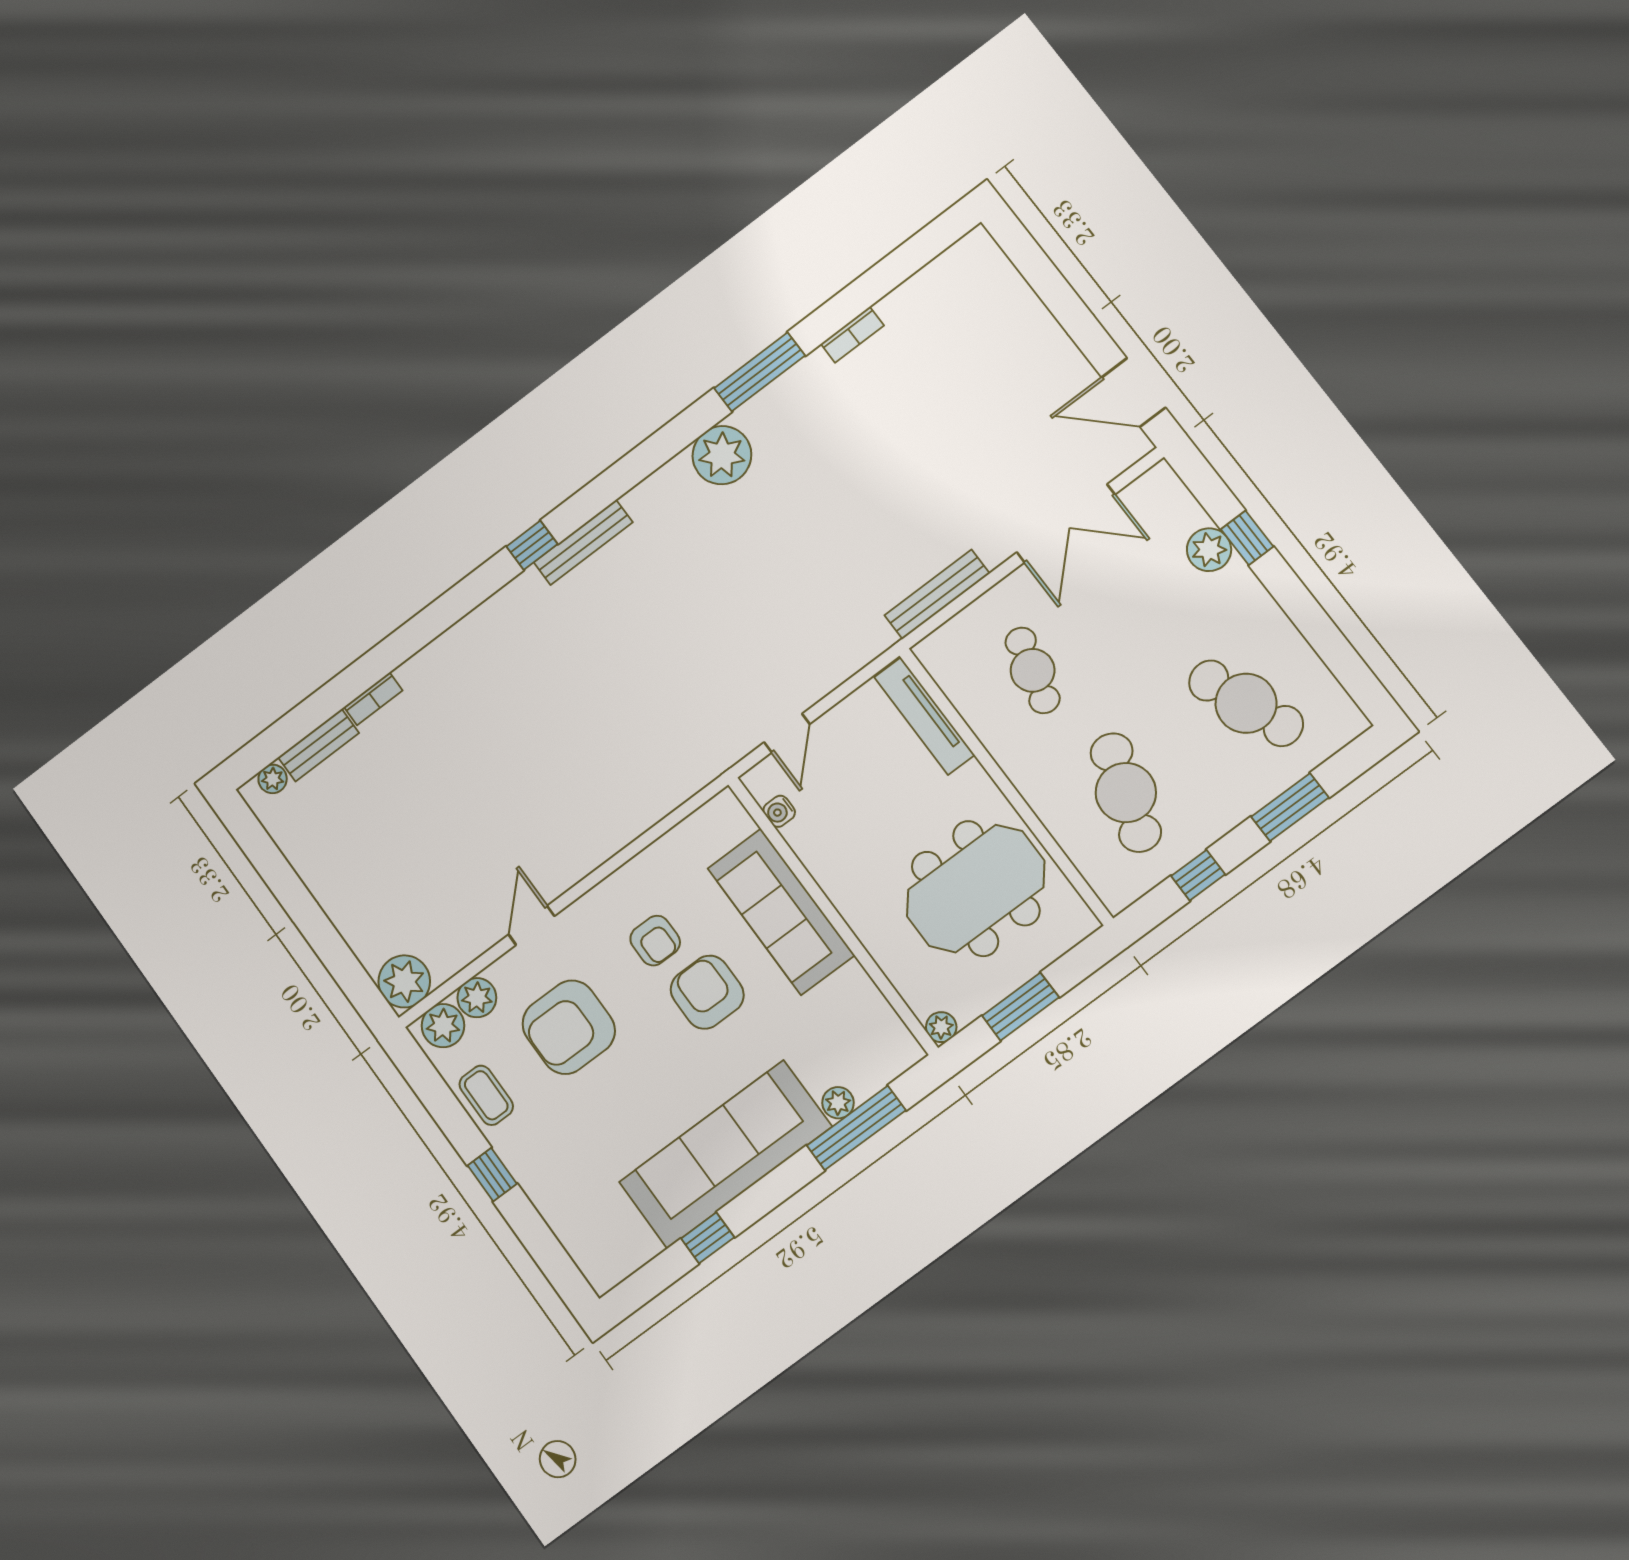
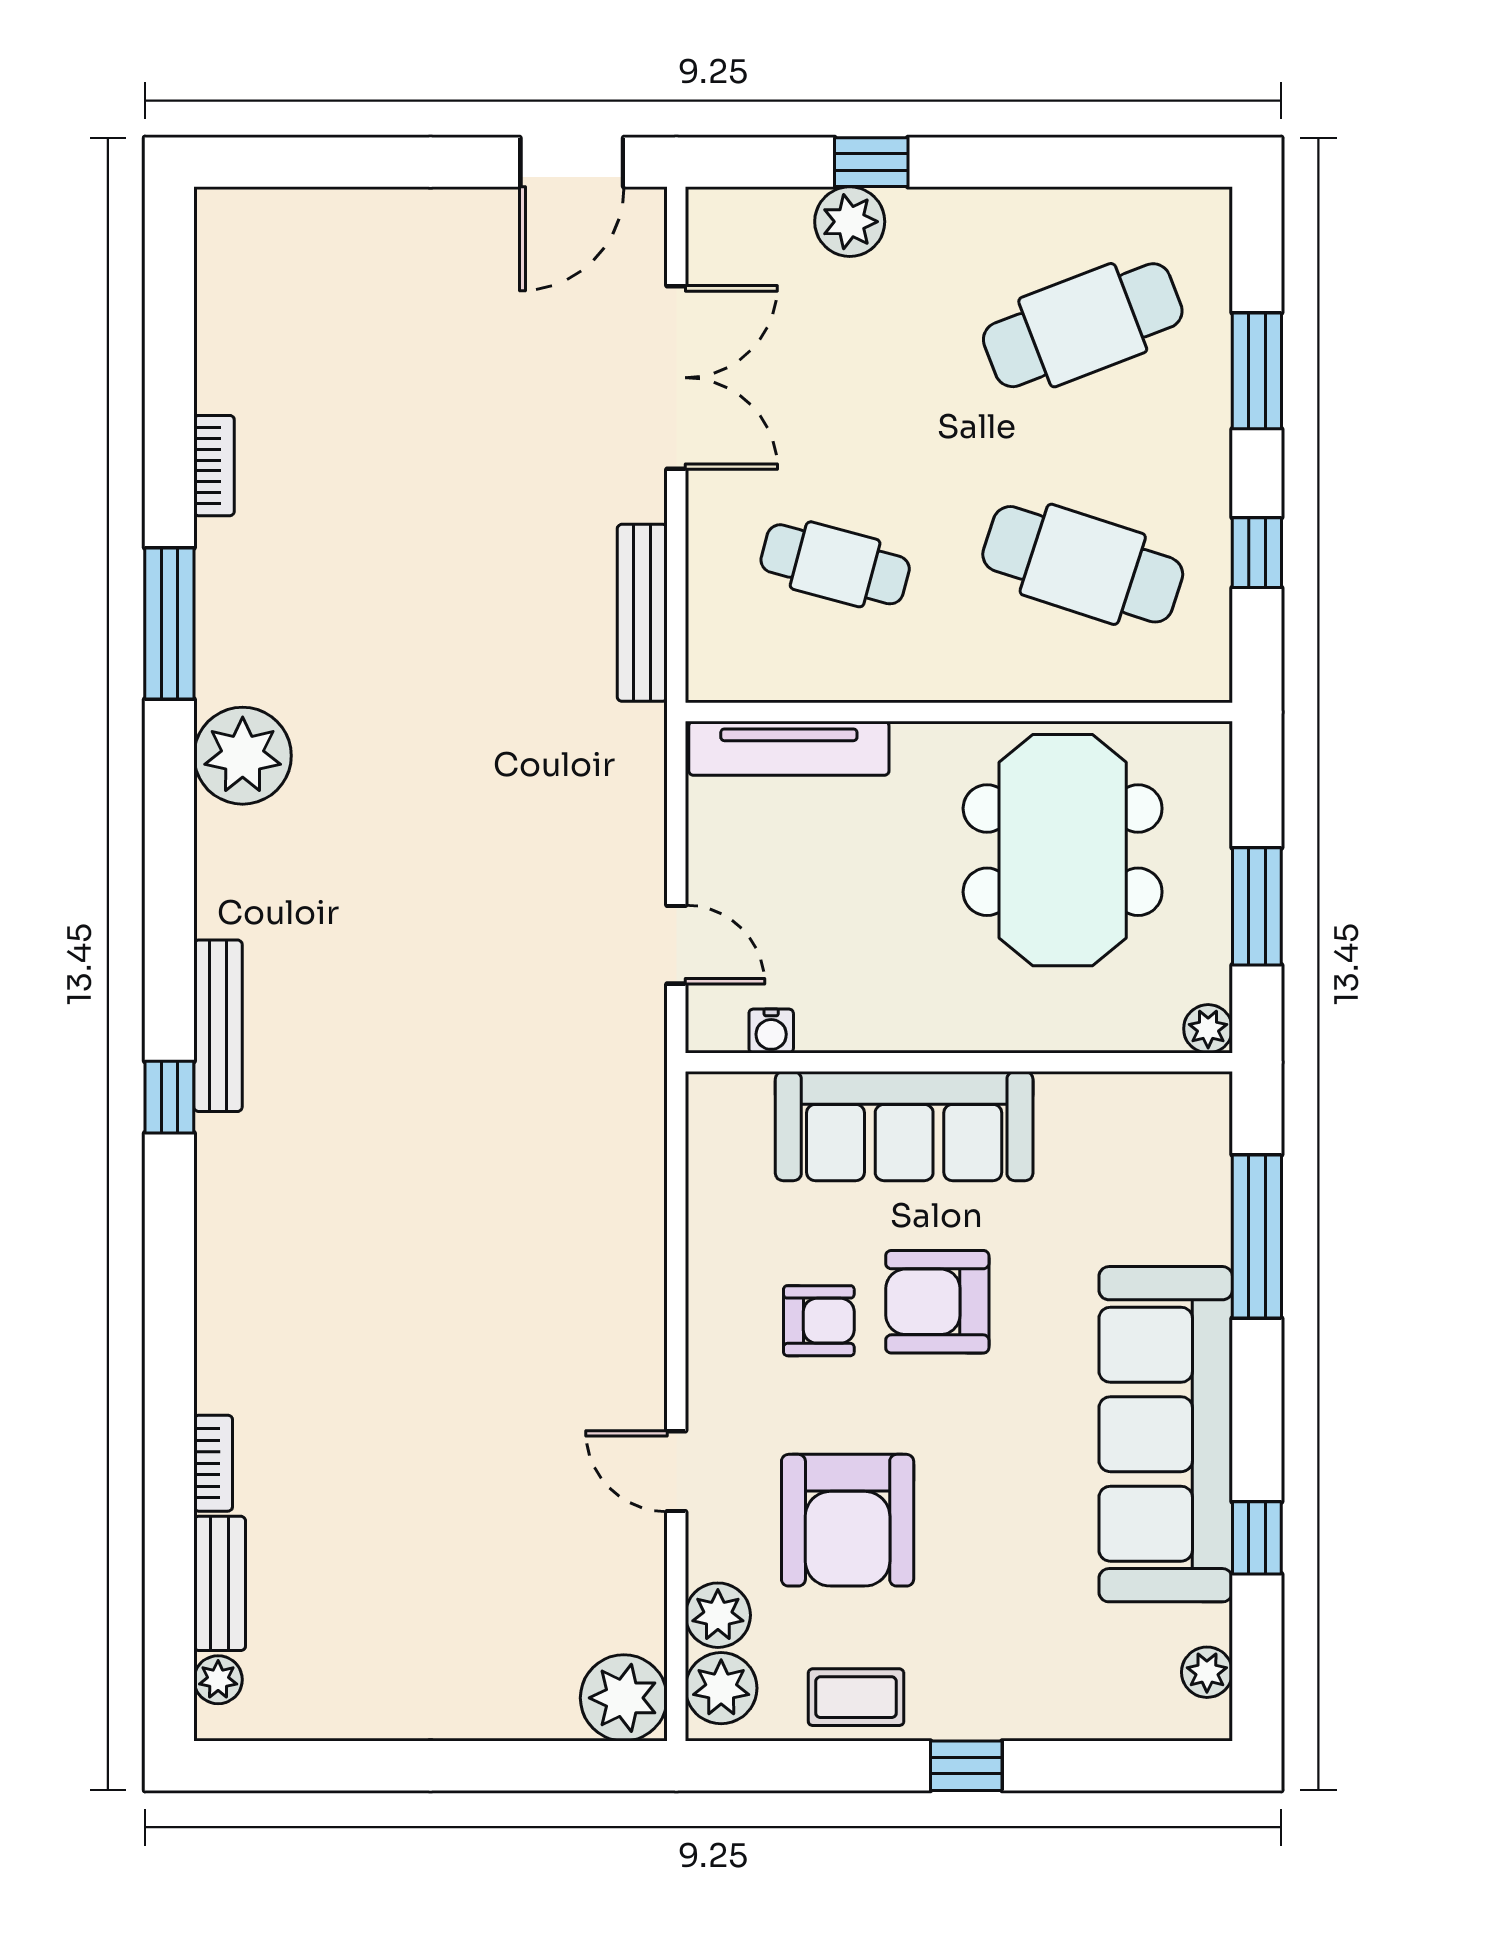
plant: (838, 1103) -> (1207, 1672), moved

